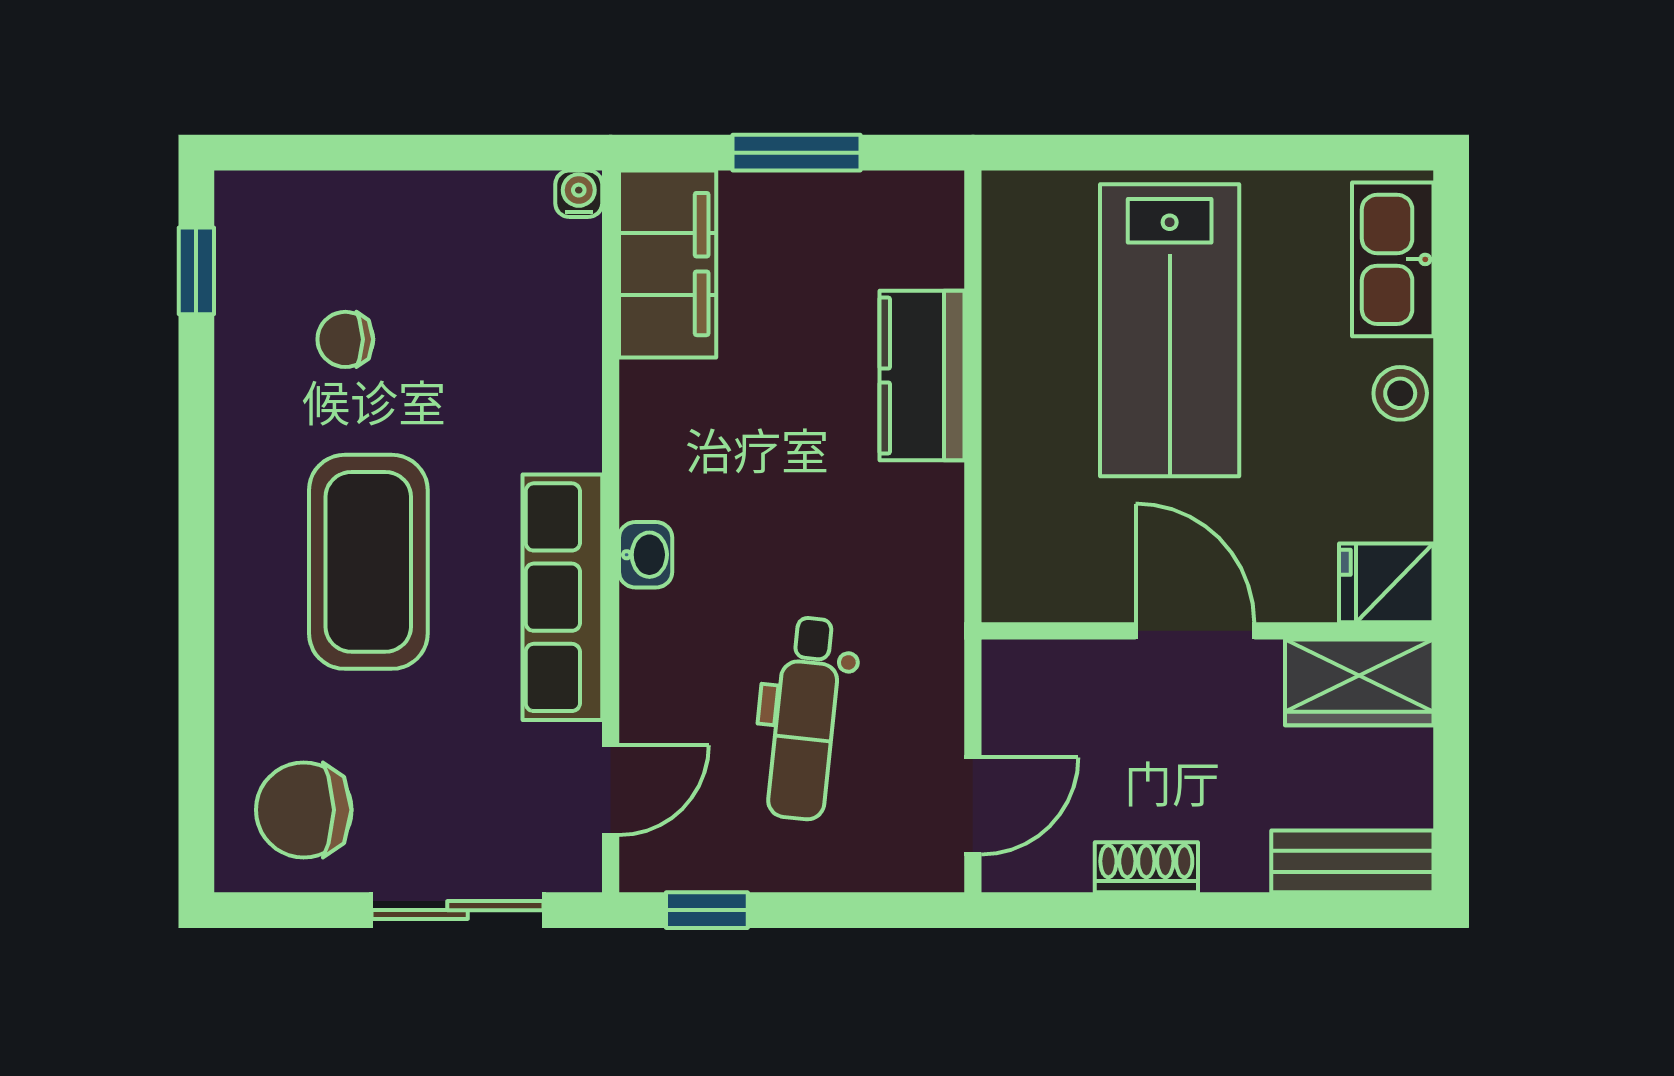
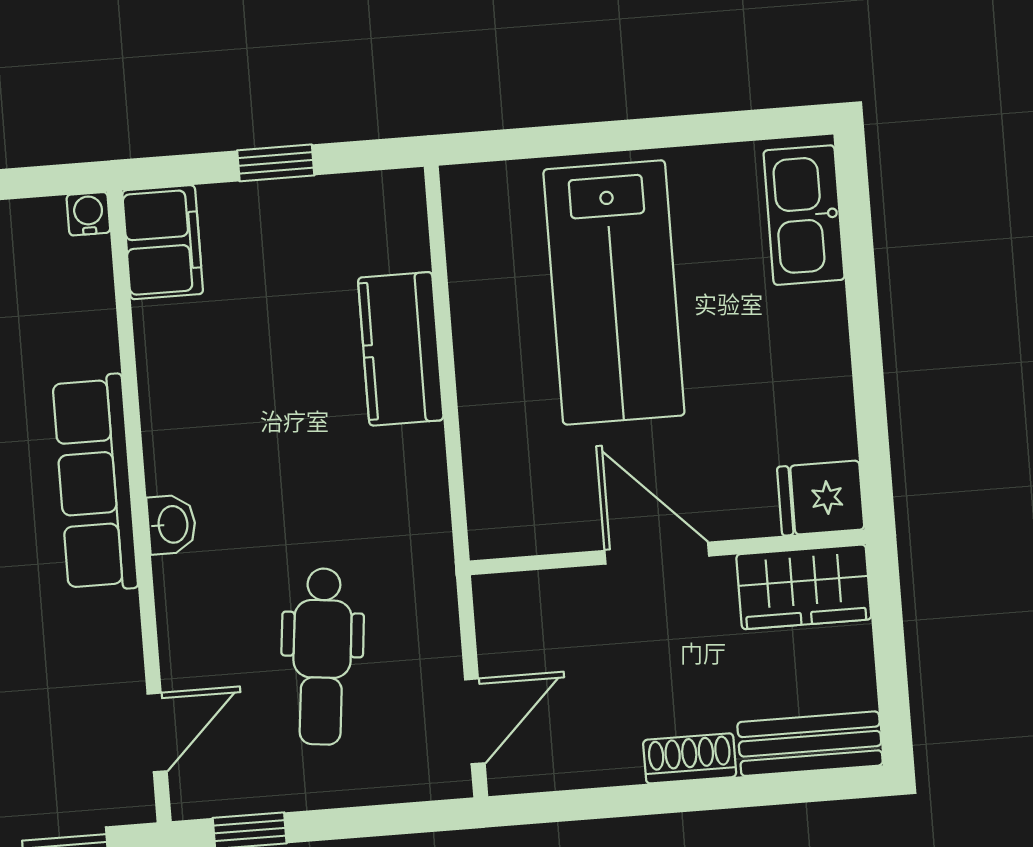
window: (796, 153) -> (276, 163), width x0.67
filing cabinet: (668, 264) -> (163, 242), width x0.67, depth x0.86
stool: (1400, 393) -> (820, 332), removed
row of seats: (562, 597) -> (95, 483), moved
shoe rack: (1146, 867) -> (690, 758), moved

